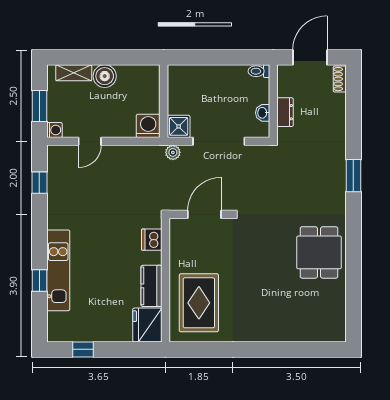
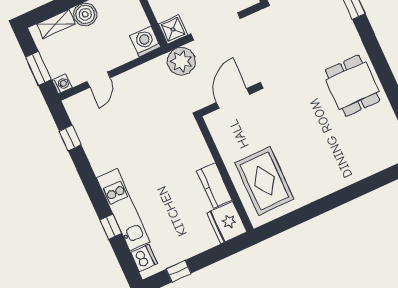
plant: (173, 152) -> (181, 61), width x1.88, depth x1.88
dishwasher: (152, 240) -> (144, 258), moved, turned 180

